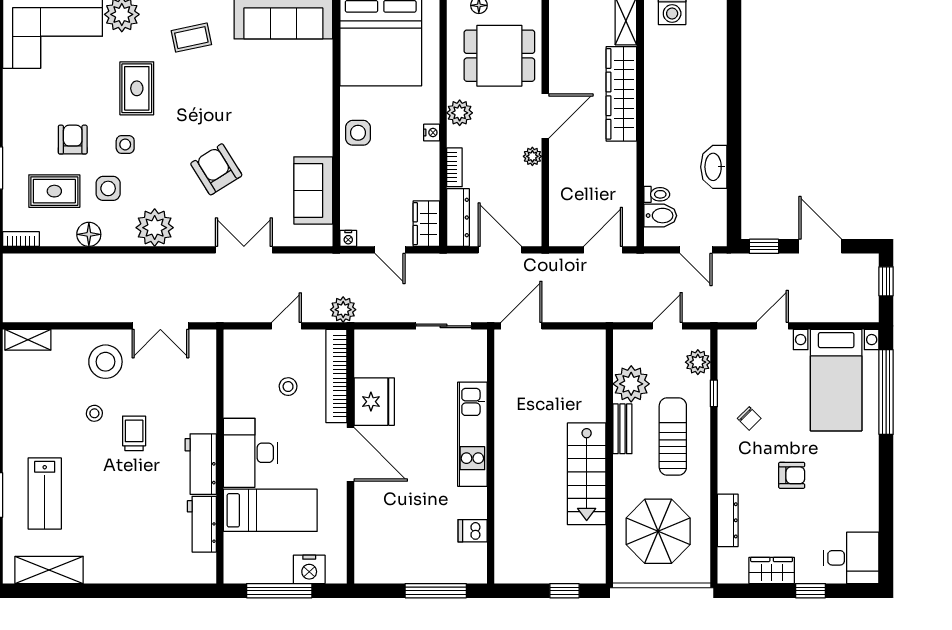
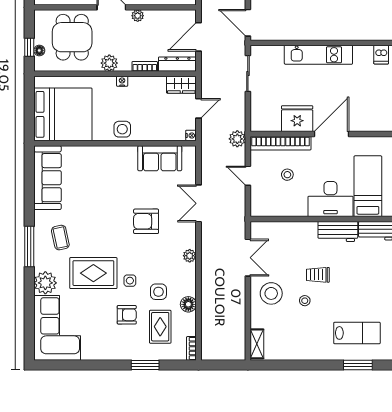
rug: (137, 88) -> (93, 273), width x1.36, depth x1.43
armchair: (73, 140) -> (127, 315), turned 180
armchair: (216, 169) -> (146, 221), turned 32
plant: (155, 228) -> (190, 256), width x0.53, depth x0.53

